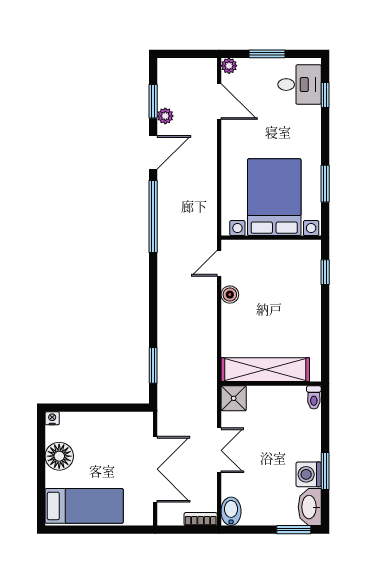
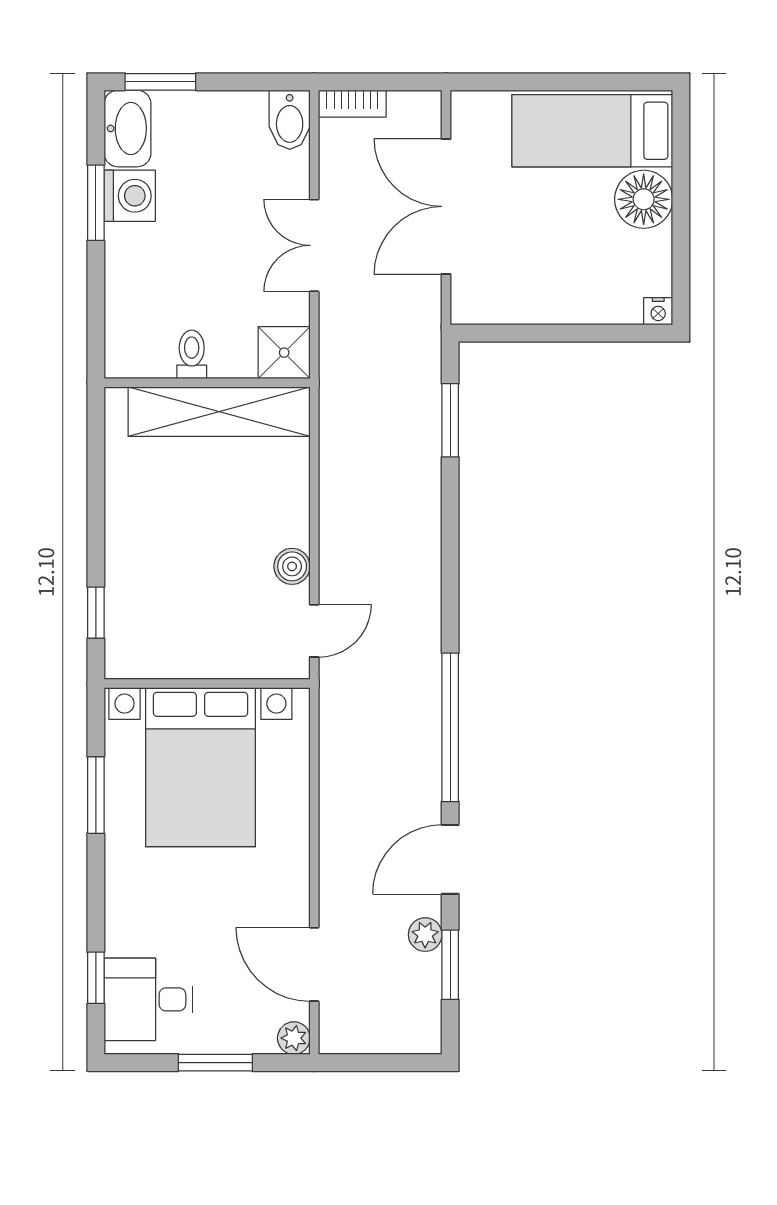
toilet: (314, 397) -> (192, 354), moved
floor lamp: (59, 456) -> (644, 199), moved

